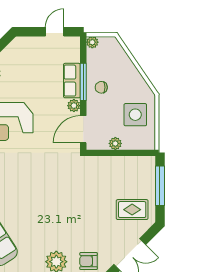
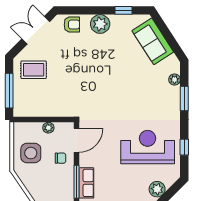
chair: (101, 87) -> (61, 158), moved
plant: (74, 106) -> (85, 161), removed

